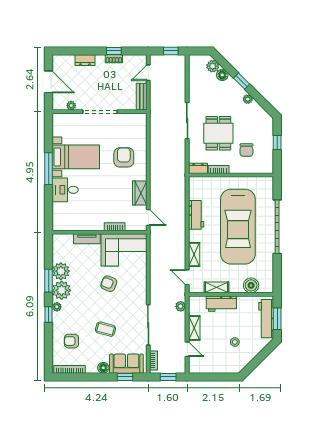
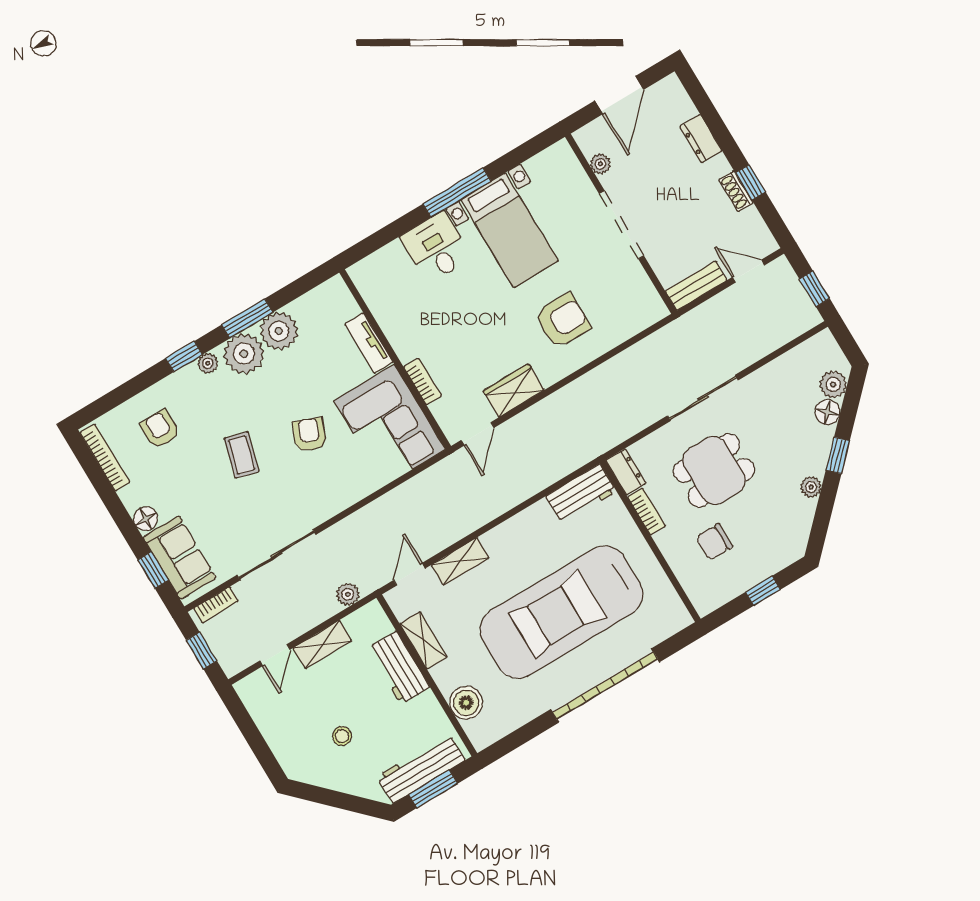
workbench: (196, 215) -> (581, 494), moved
coffee table: (105, 329) -> (242, 455), moved

